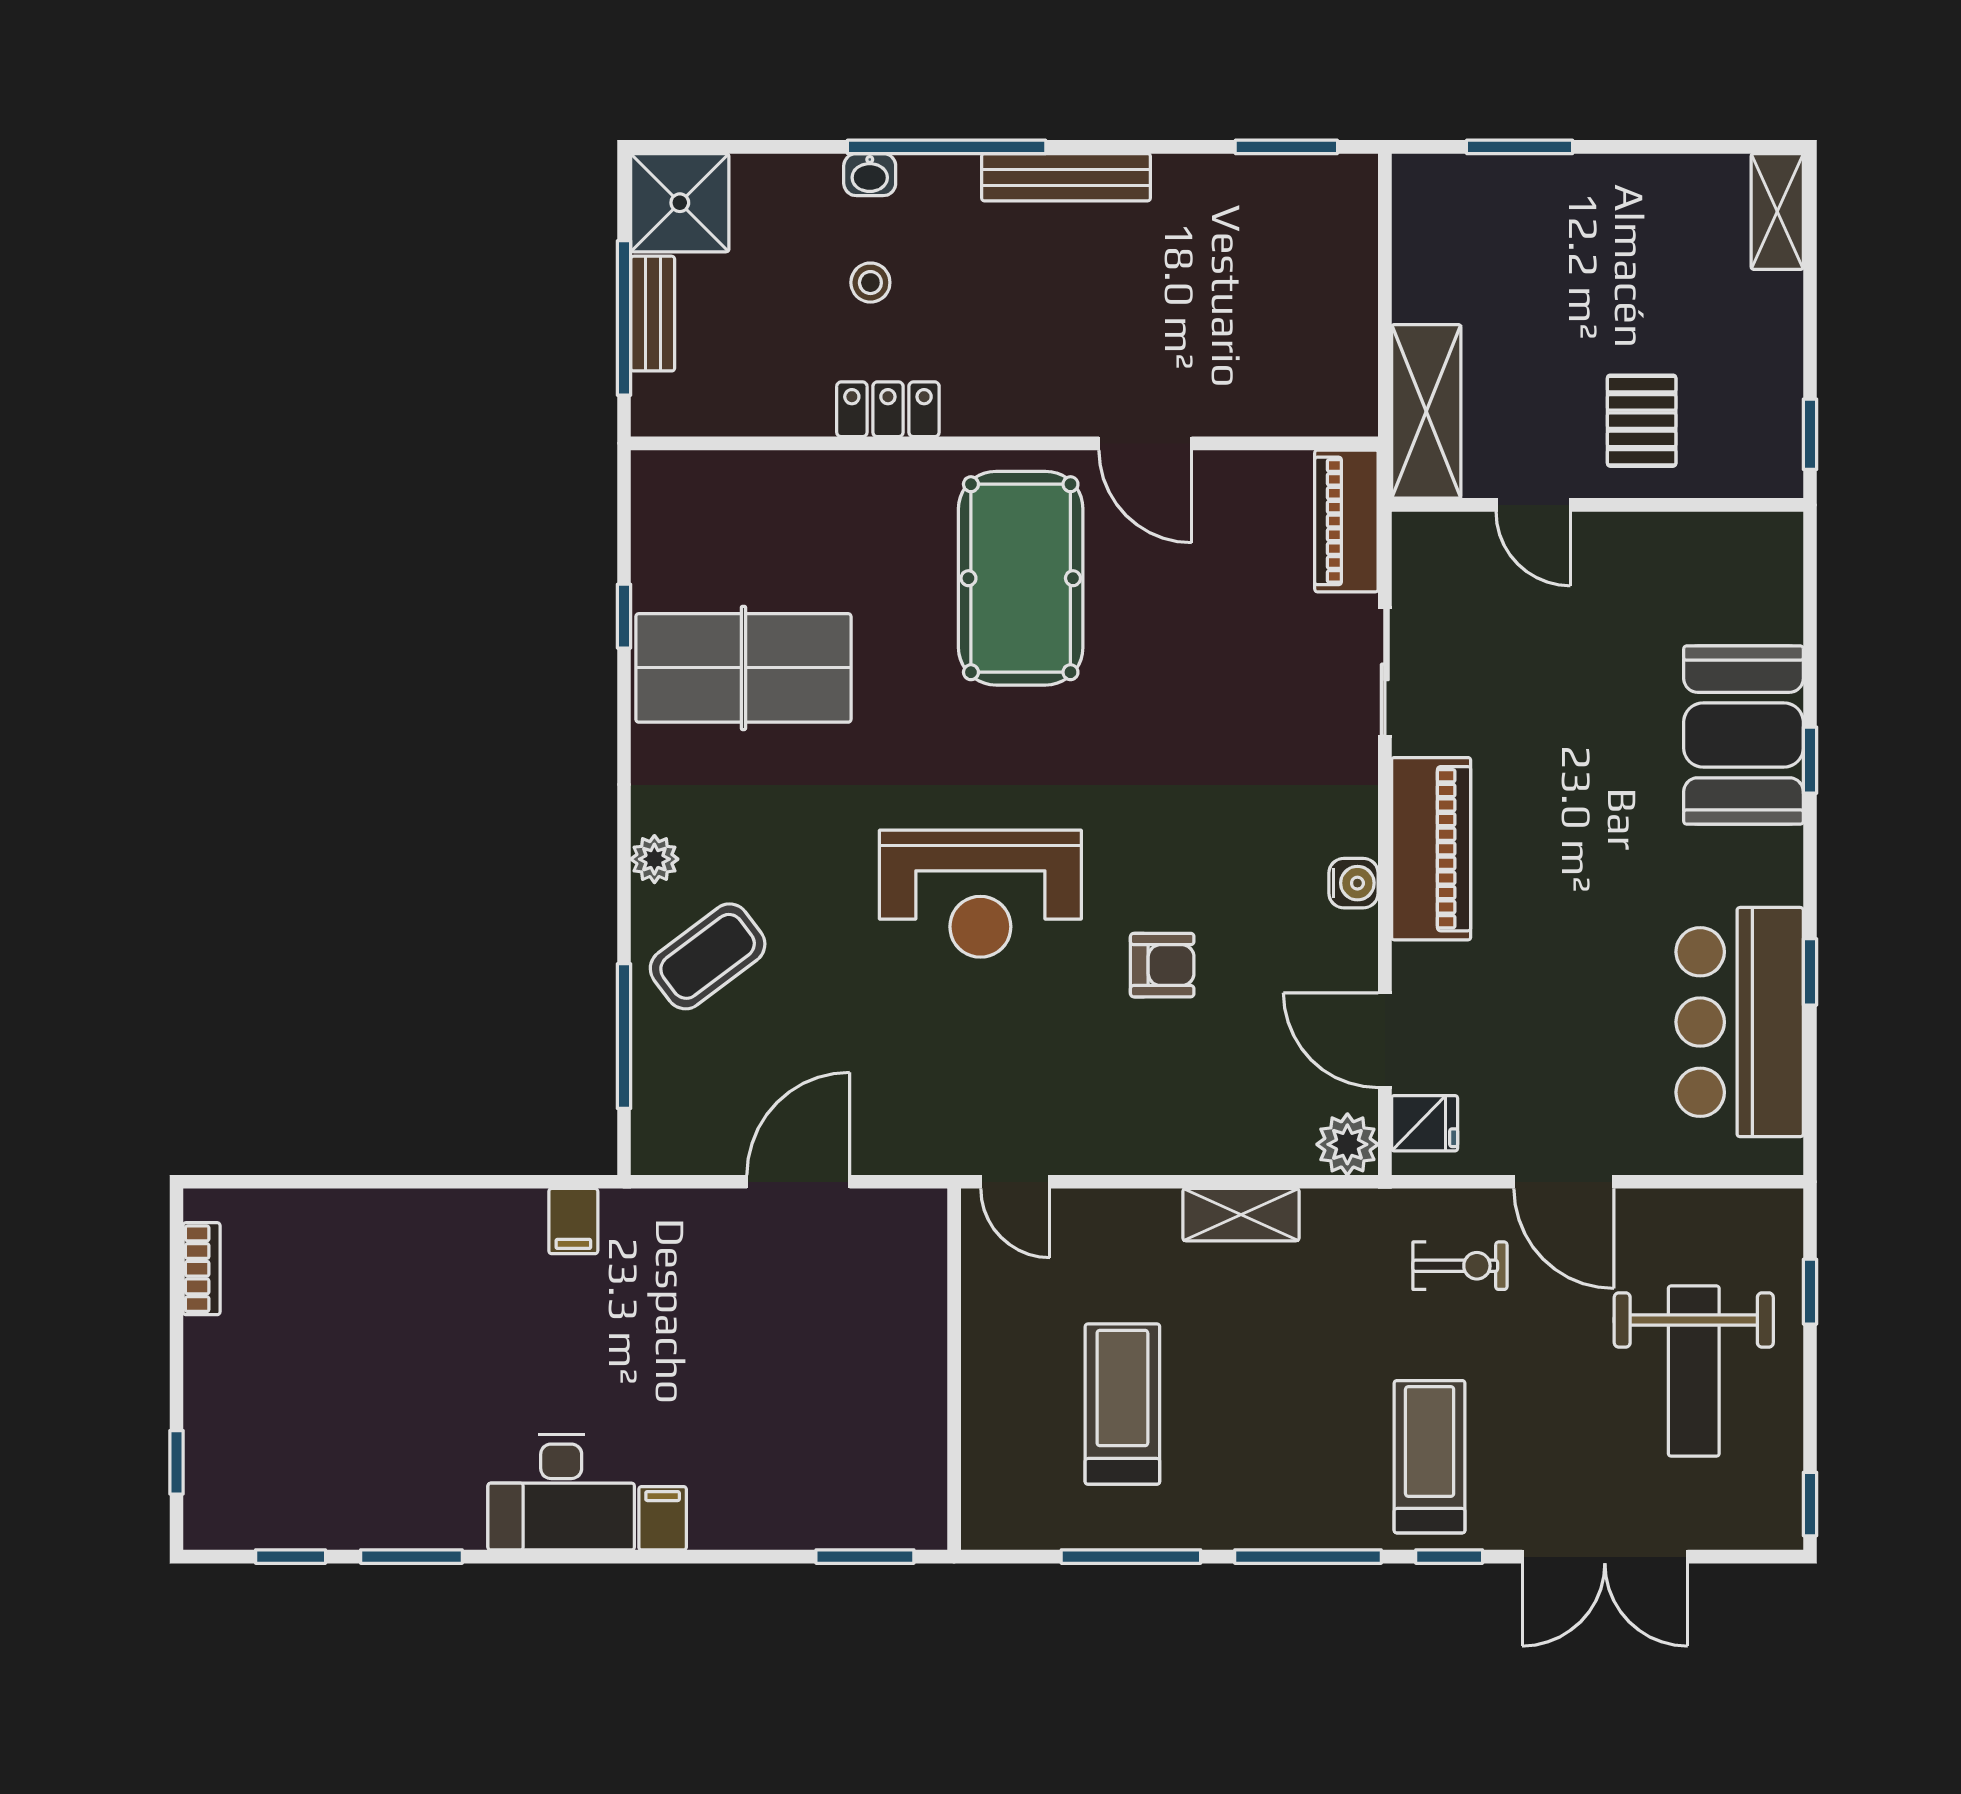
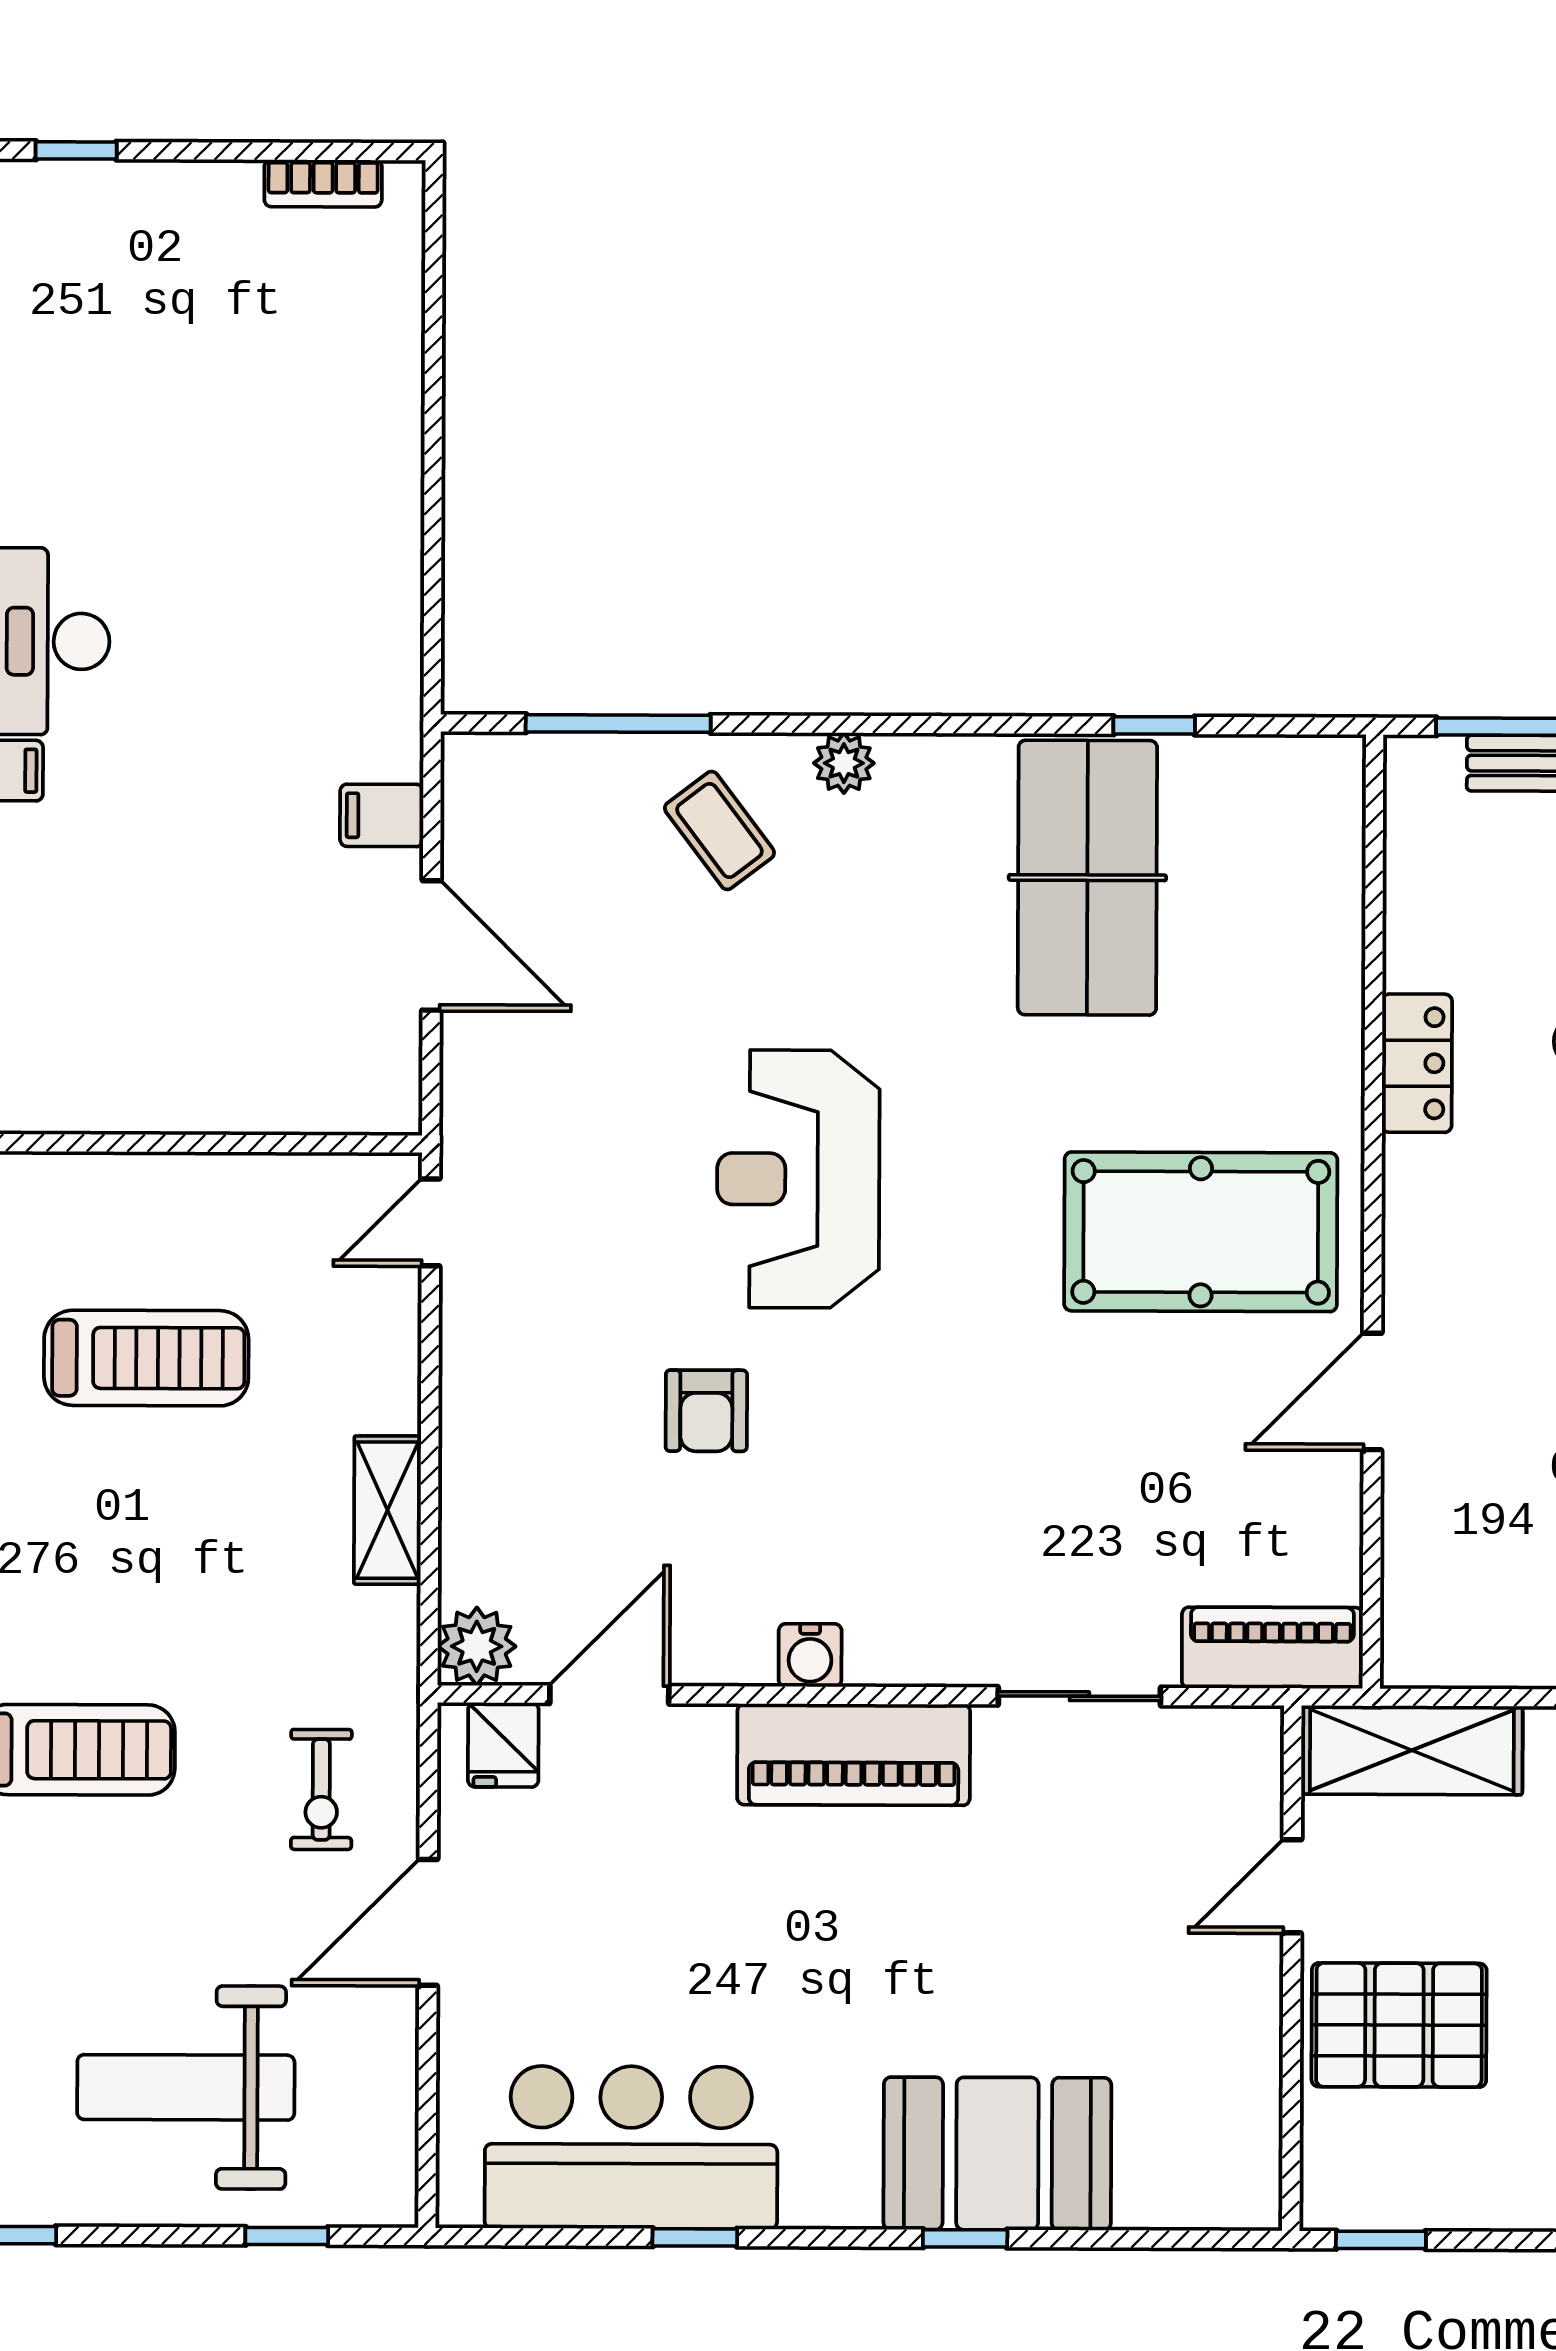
pallet: (1642, 421) -> (1399, 2025), width x1.50, depth x1.42
coffee table: (708, 956) -> (719, 831), width x0.73, depth x0.77
filing cabinet: (573, 1221) -> (382, 815), moved

